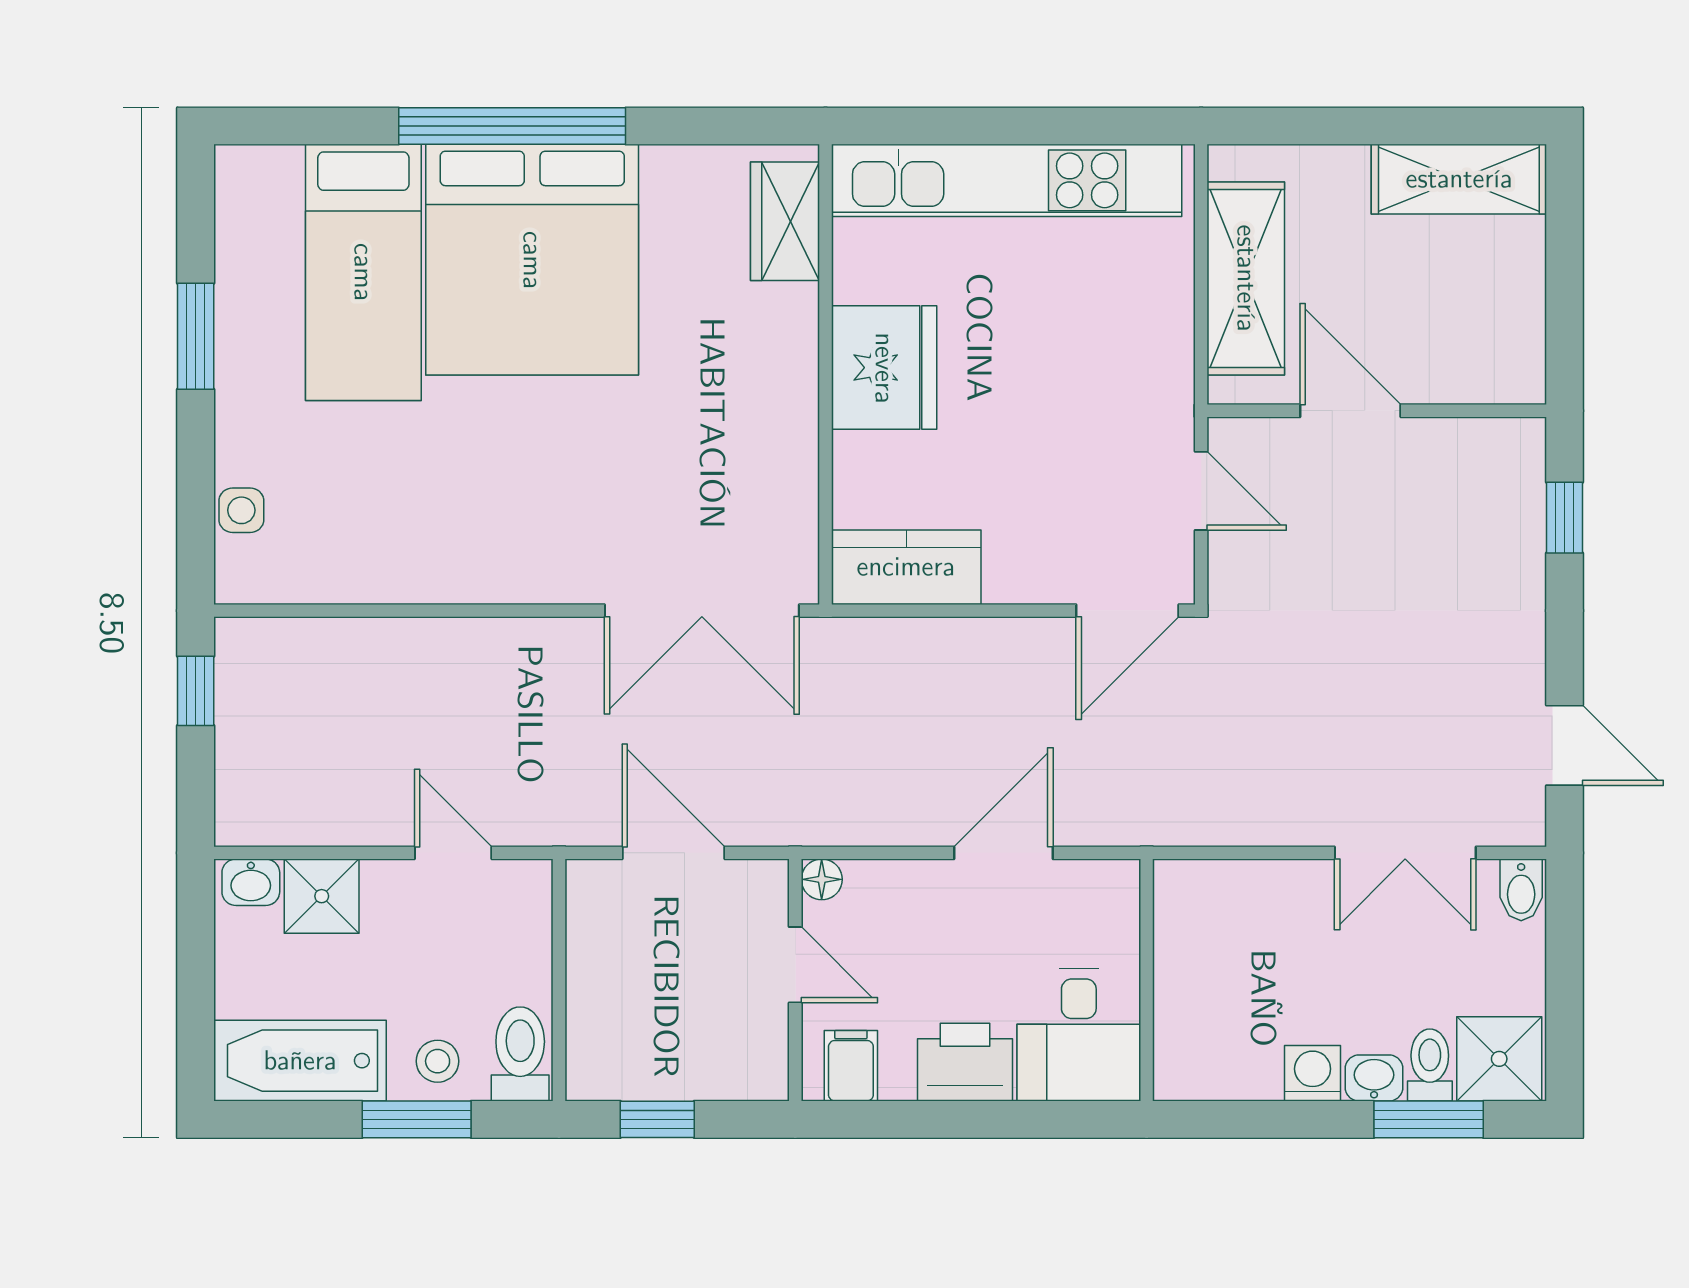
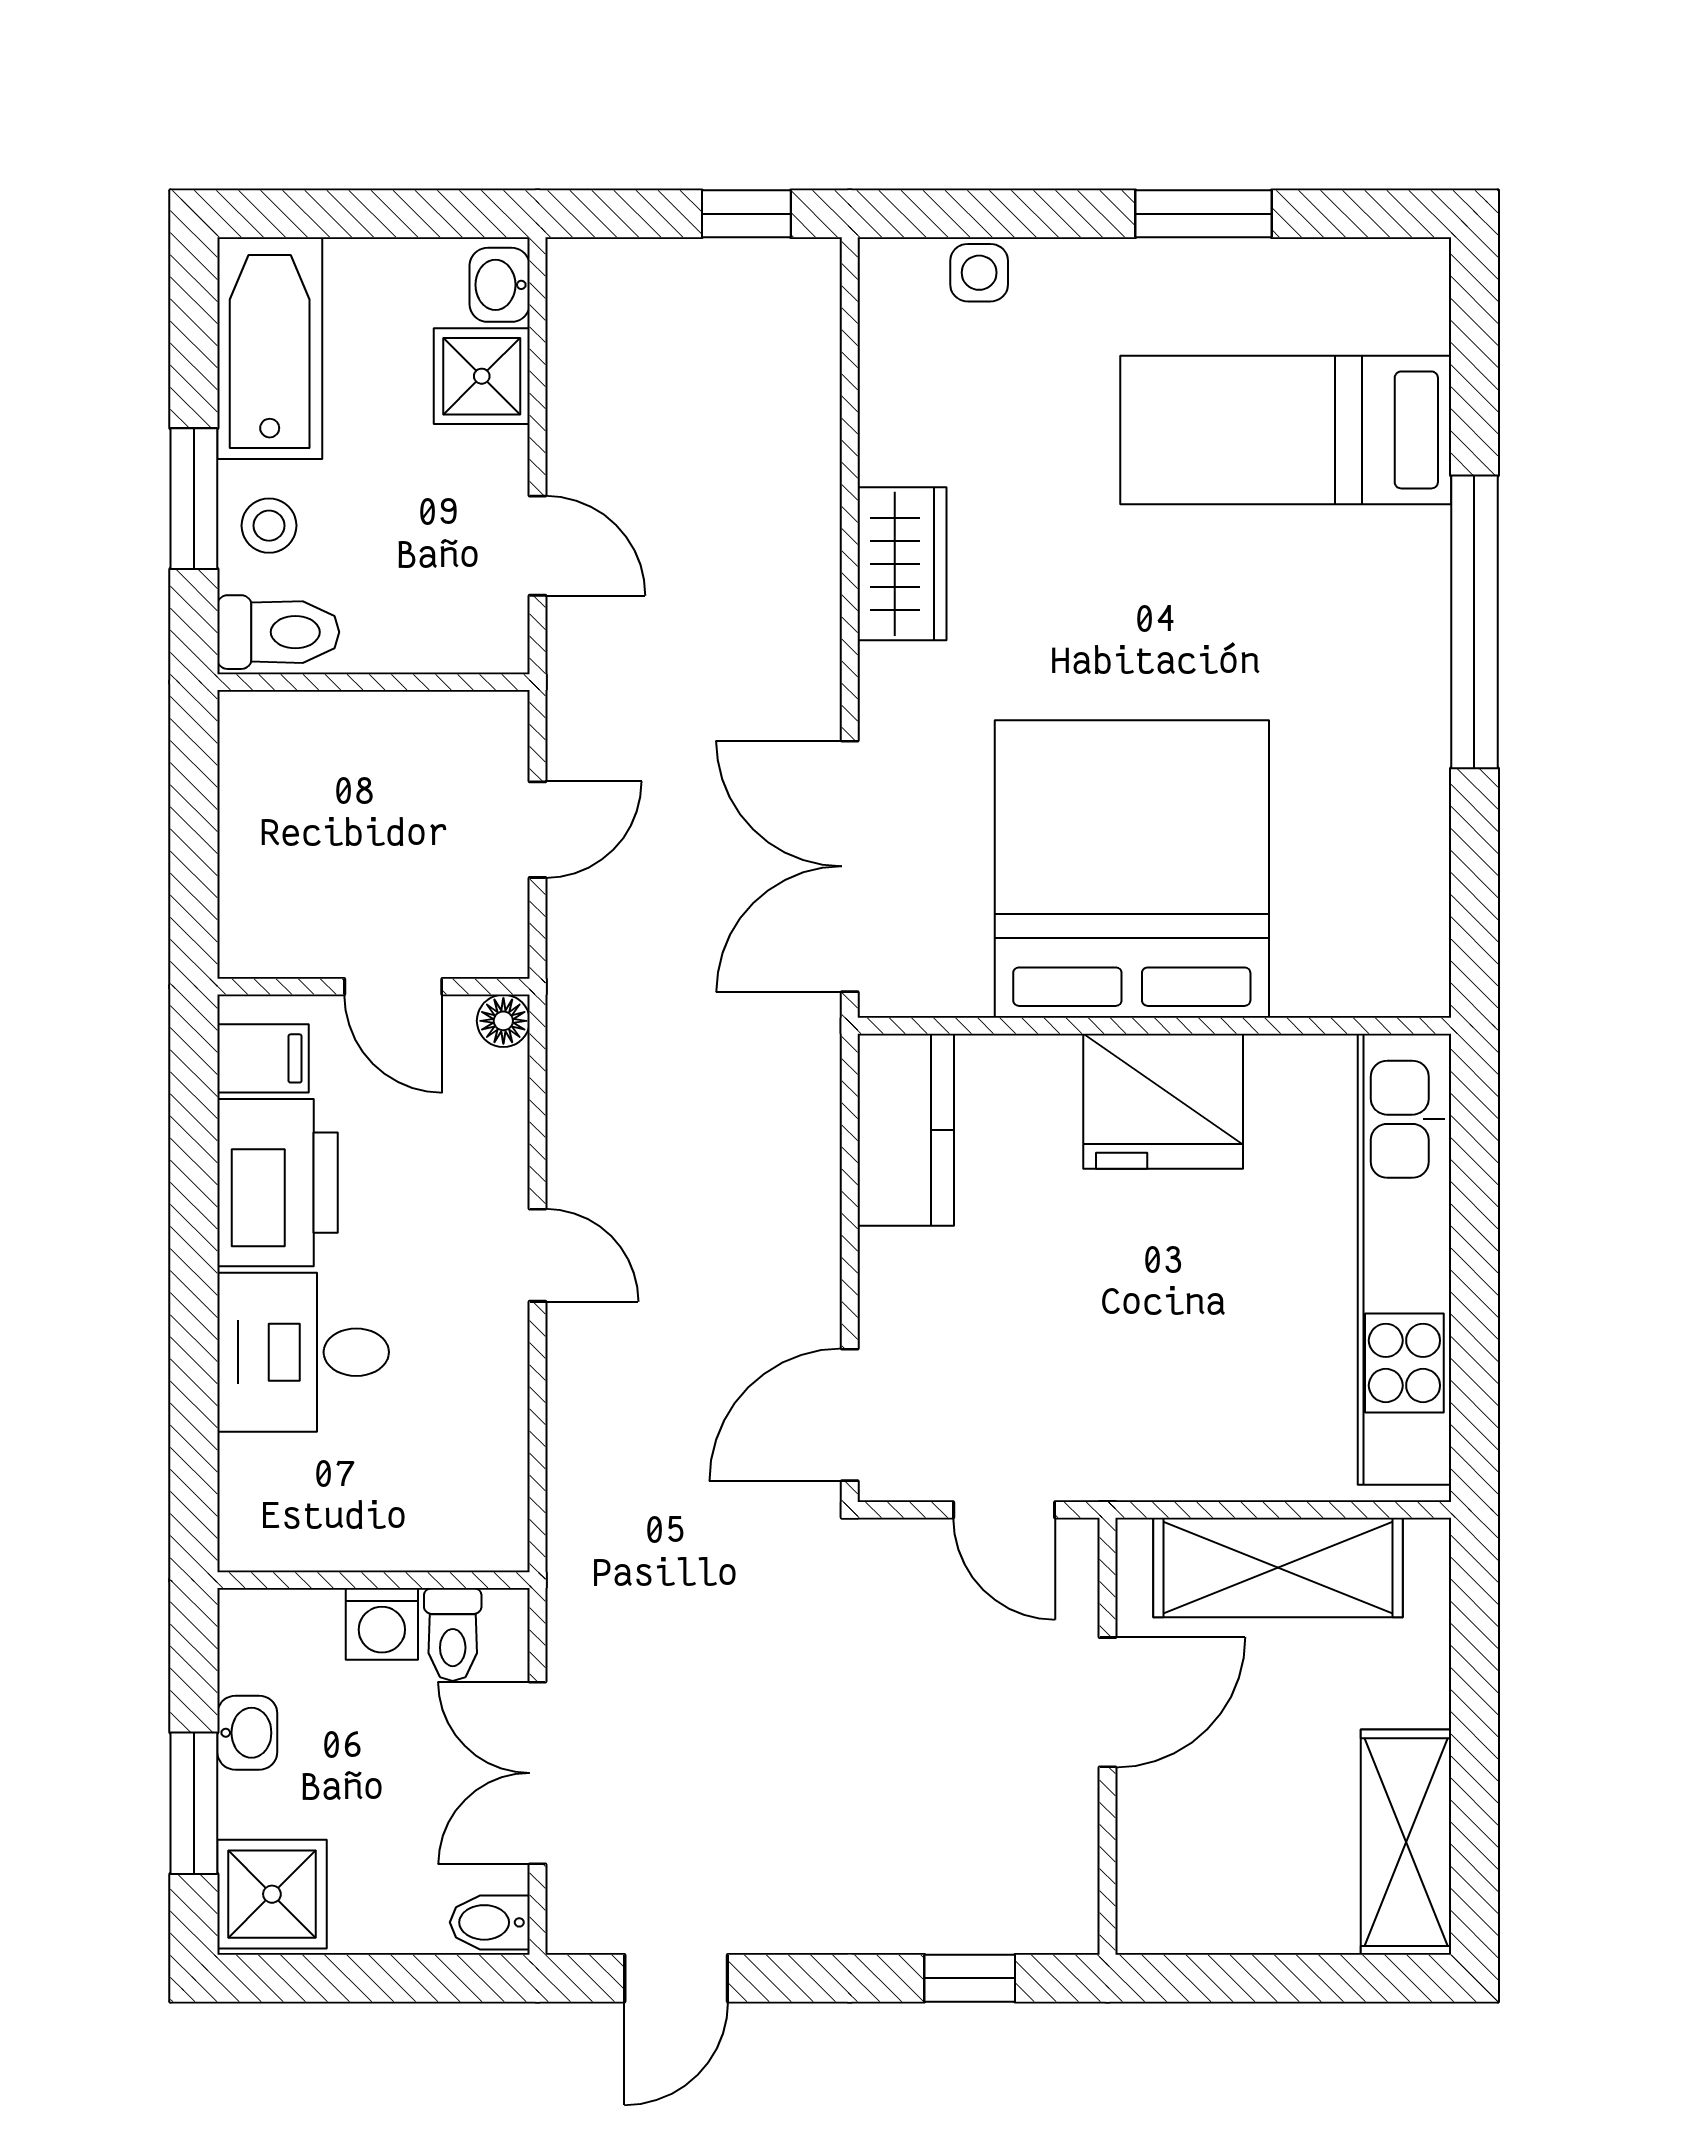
wardrobe: (785, 221) -> (902, 564), moved, turned 90
bed: (532, 260) -> (1132, 869), moved, turned 90
door: (1201, 491) -> (1004, 1510), hinge flipped
door: (1127, 611) -> (850, 1415), hinge flipped
door: (453, 853) -> (537, 546), hinge flipped
door: (673, 853) -> (537, 830), width x0.73
door: (1004, 853) -> (537, 1255), width x0.73
door: (795, 965) -> (393, 987), hinge flipped
wall: (1147, 980) -> (374, 1580), moved
printer: (965, 1062) -> (278, 1183), width x1.37, depth x1.19
toilet: (1430, 1065) -> (453, 1635), moved, turned 90
washing machine: (1313, 1073) -> (382, 1624), moved, turned 90
window: (657, 1119) -> (194, 809), removed

